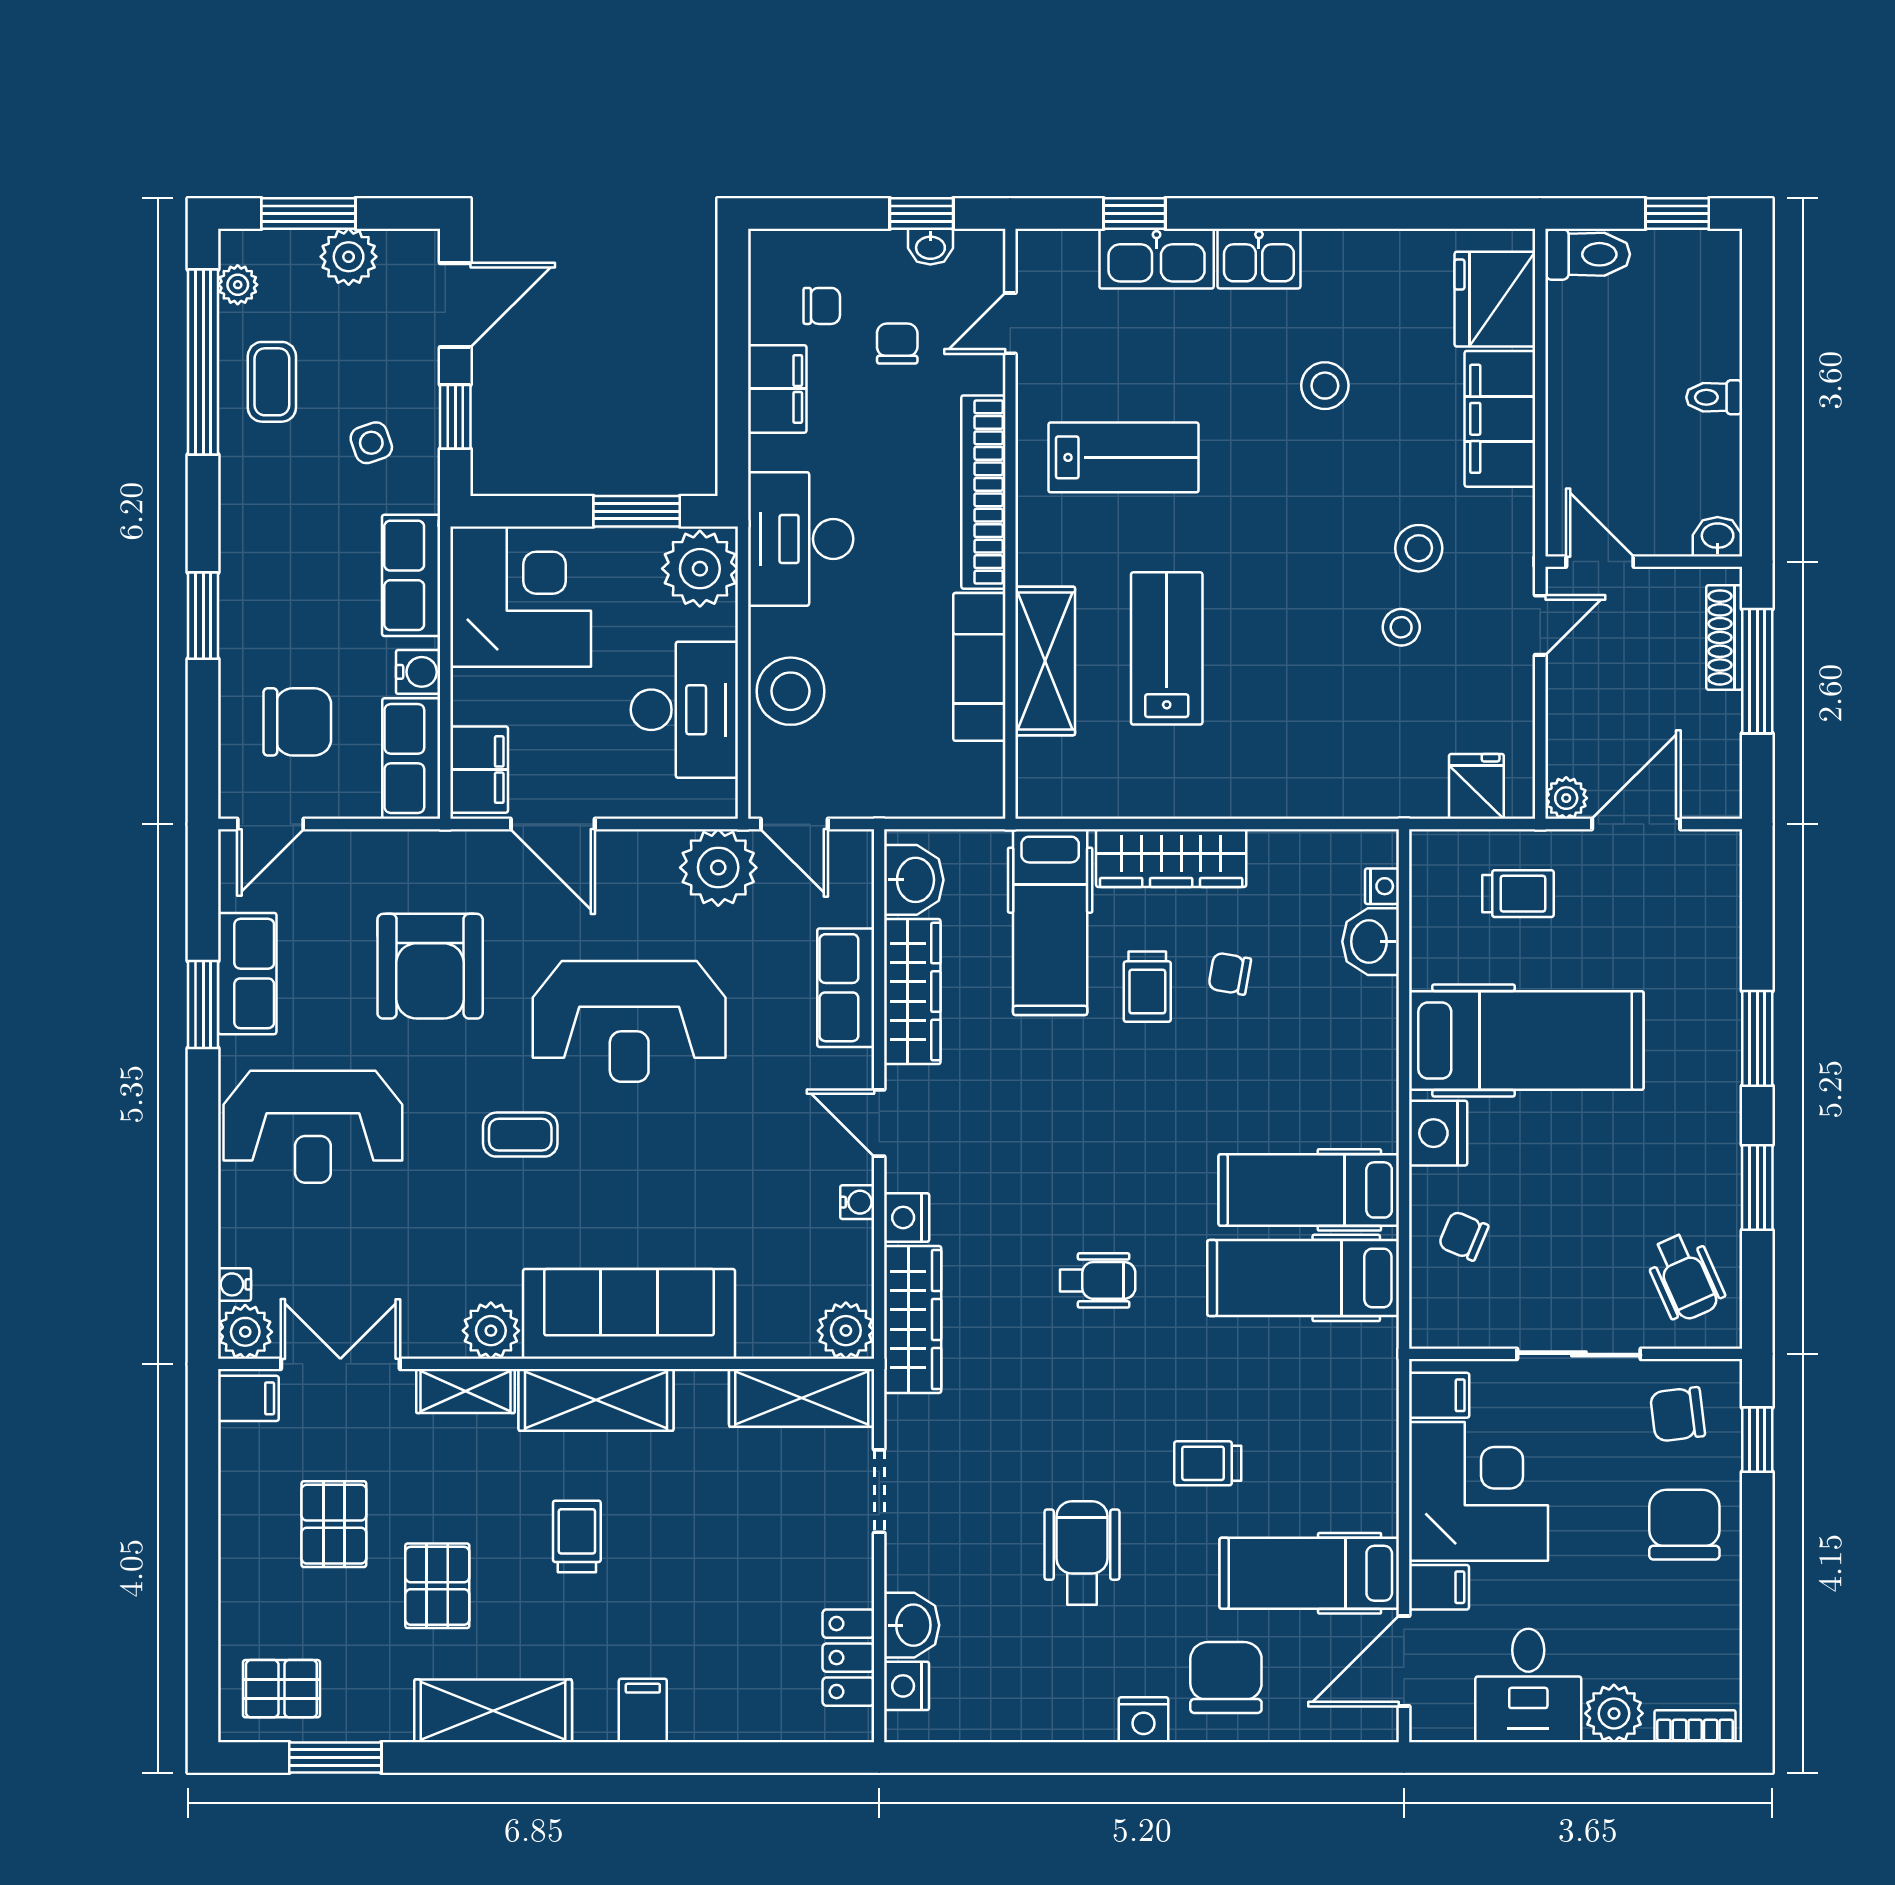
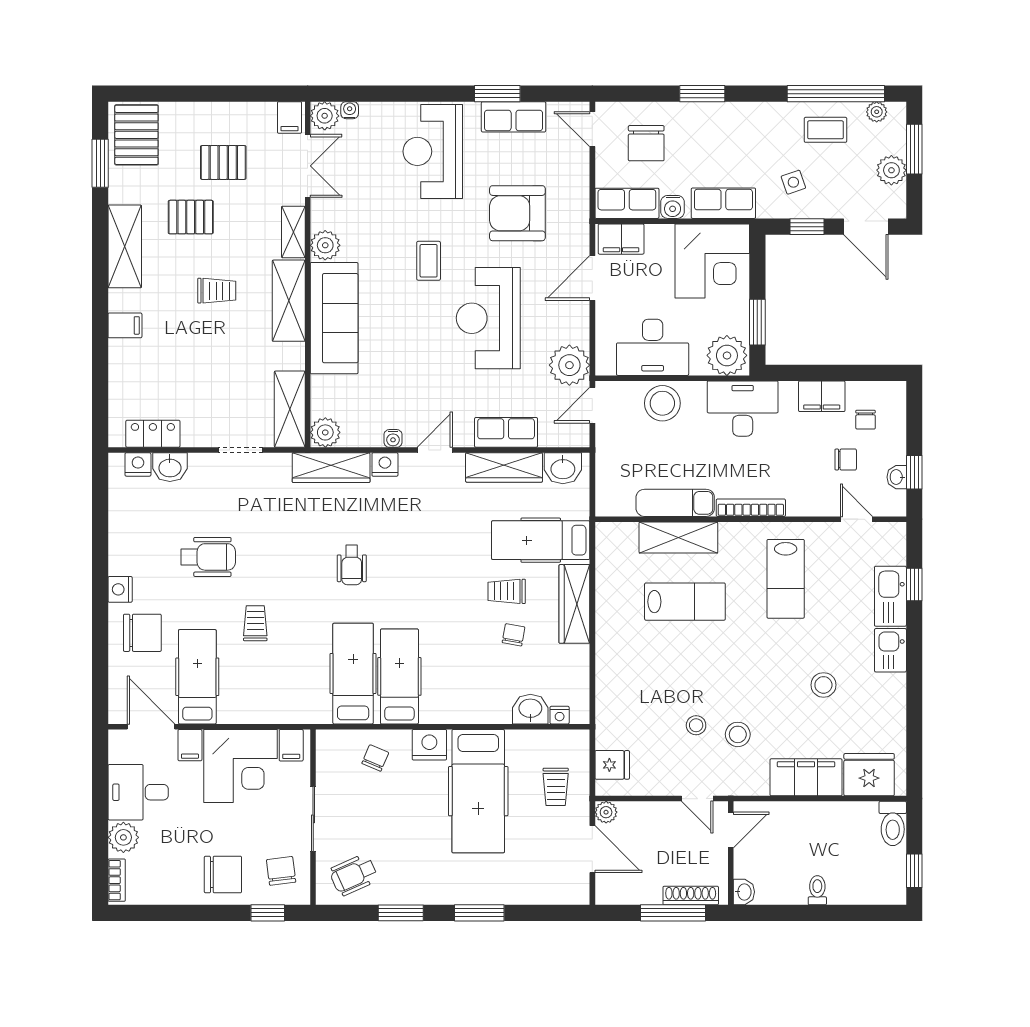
bookcase: (983, 492) -> (751, 508), width x0.68, depth x0.76
pallet: (281, 1689) -> (136, 135), width x1.50, depth x1.42

